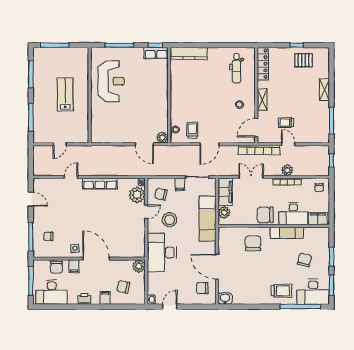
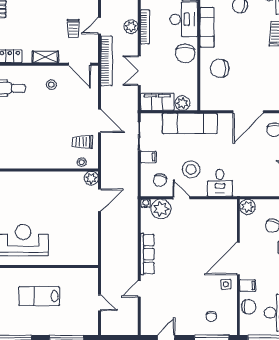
door: (71, 177) -> (139, 289), hinge flipped
desk: (162, 252) -> (220, 183), width x0.53, depth x0.77

